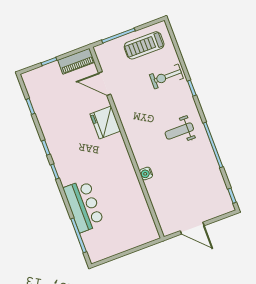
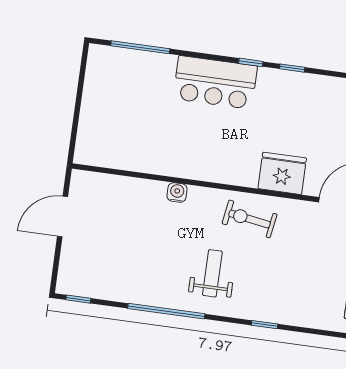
exercise bike: (166, 77) -> (249, 219), moved, turned -81
bar counter: (84, 206) -> (215, 82), moved

